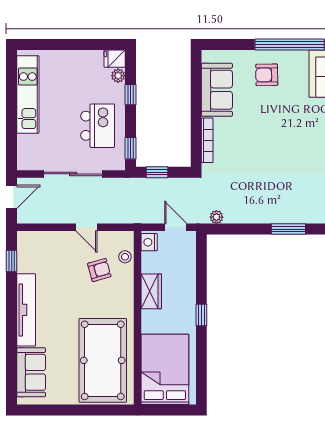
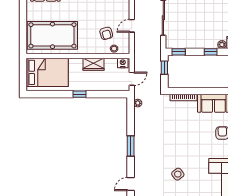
kitchen island: (98, 126) -> (192, 32), removed

